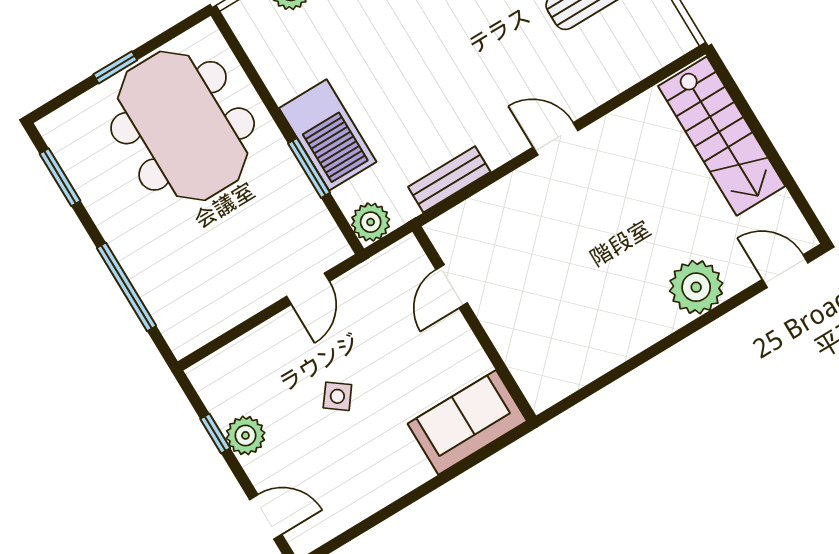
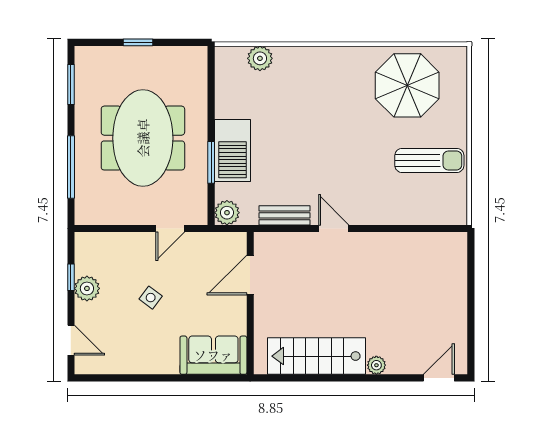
meeting table: (183, 126) -> (143, 138), moved
stairs: (722, 136) -> (317, 356), moved, turned 90
door: (555, 139) -> (334, 229), moved
door: (785, 271) -> (439, 378), hinge flipped
door: (452, 286) -> (250, 275), width x1.38
plant: (696, 287) -> (376, 365), width x0.53, depth x0.53

